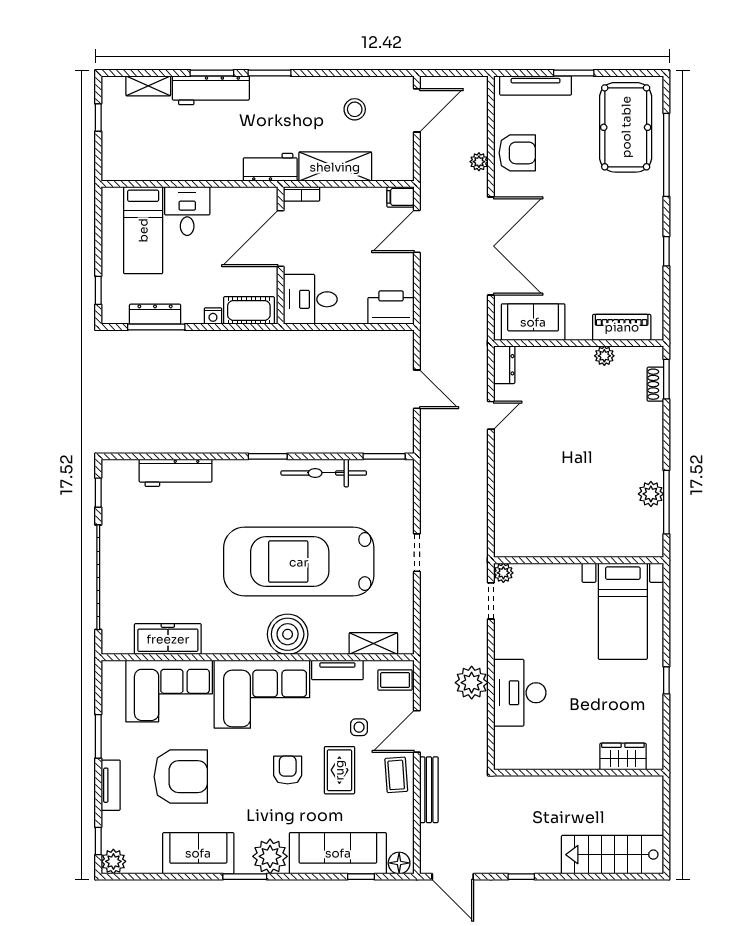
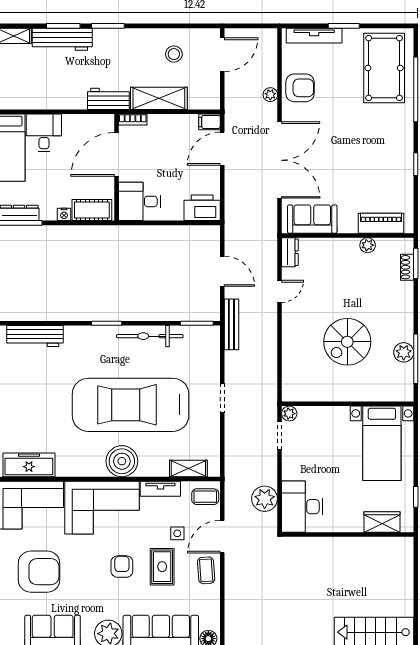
spiral stairs: (578, 480) -> (347, 342), added
wardrobe: (623, 757) -> (382, 522), moved
wall: (579, 773) -> (348, 535), moved
bench: (429, 790) -> (231, 324), moved

